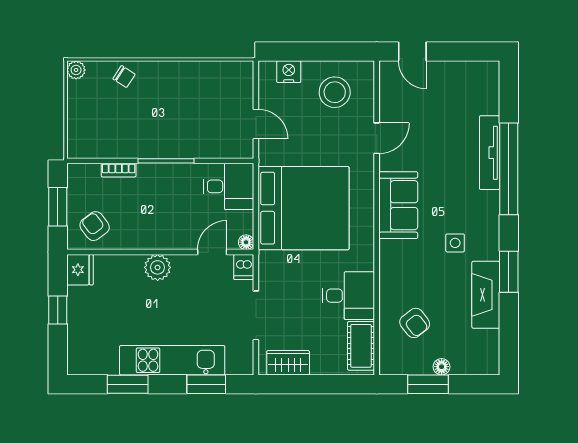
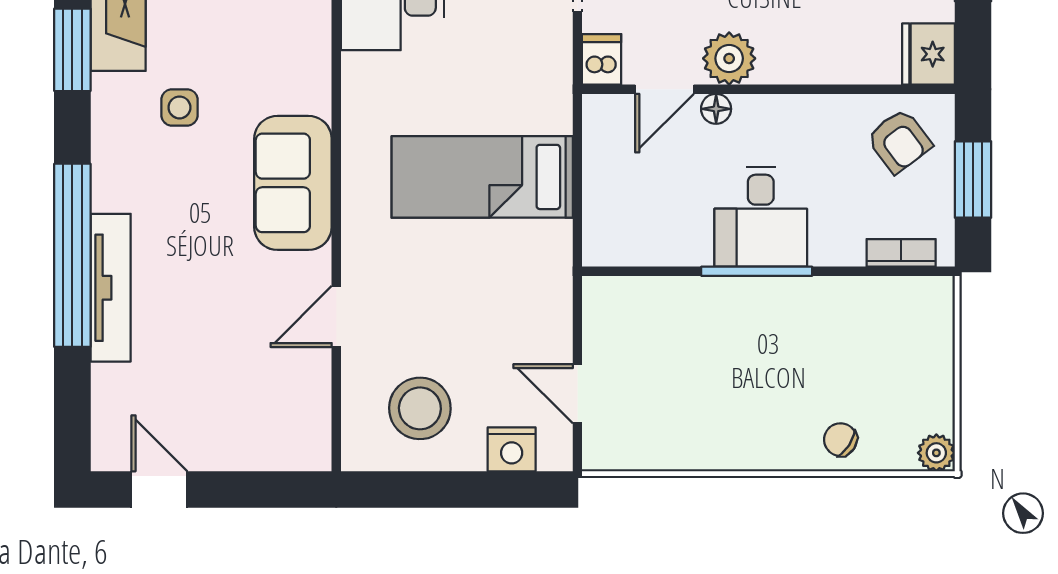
door: (412, 52) -> (159, 490), moved
door: (256, 124) -> (577, 394), moved
bookcase: (119, 170) -> (901, 253), moved
desk: (229, 186) -> (761, 217), moved, turned -90
bed: (303, 208) -> (482, 177), width x0.49
floor lamp: (246, 242) -> (716, 109), moved
plant: (158, 267) -> (729, 58), moved

